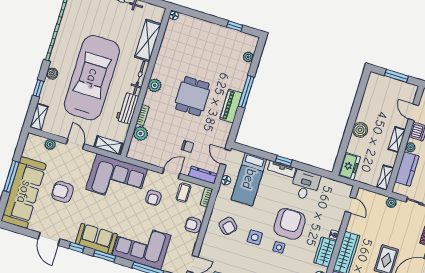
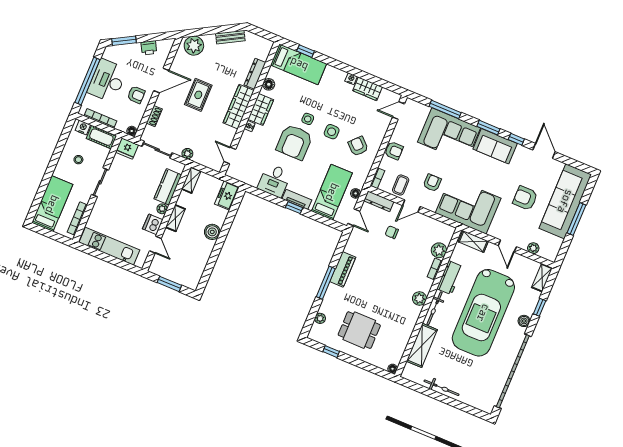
dining table: (192, 96) -> (359, 330), moved, turned 90
armchair: (63, 192) -> (525, 198), turned 180

